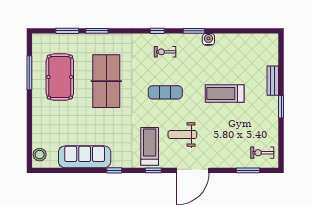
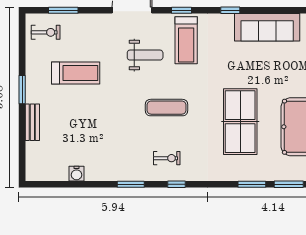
water cooler: (208, 39) -> (76, 174), moved
treadmill: (225, 94) -> (76, 73), moved

